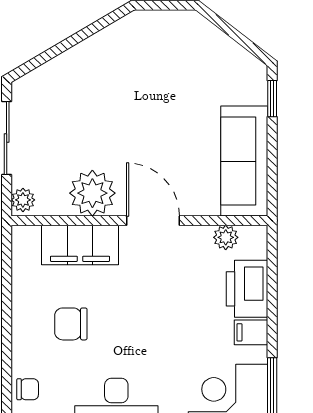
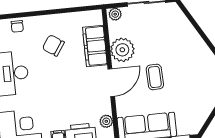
coffee table: (150, 136) -> (155, 77), added
chair: (71, 324) -> (53, 45), turned -56

